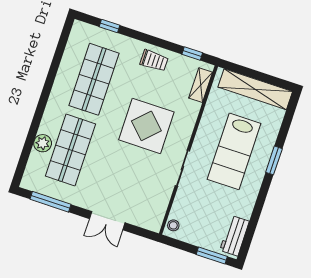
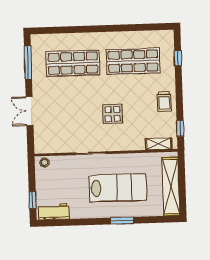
display table: (146, 126) -> (112, 114), width x0.54, depth x0.54
plant: (43, 143) -> (70, 40), removed
lab bench: (234, 151) -> (118, 188), turned 180
window: (212, 255) -> (32, 200), width x0.67

